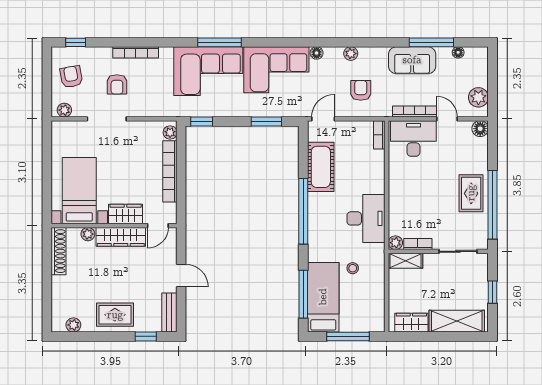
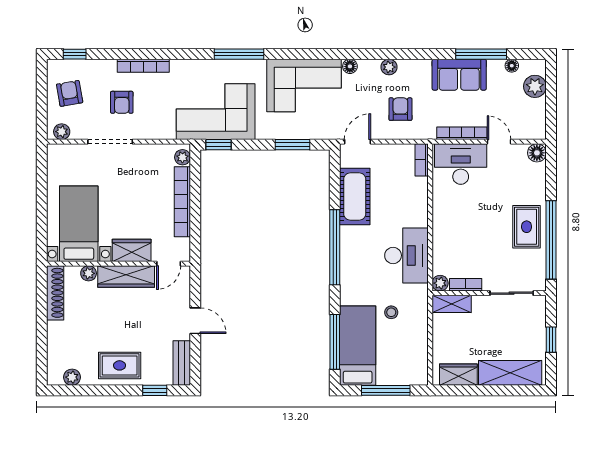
corner sofa: (208, 71) -> (216, 112), moved, turned 180
plant: (478, 97) -> (535, 86), moved

